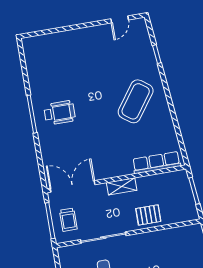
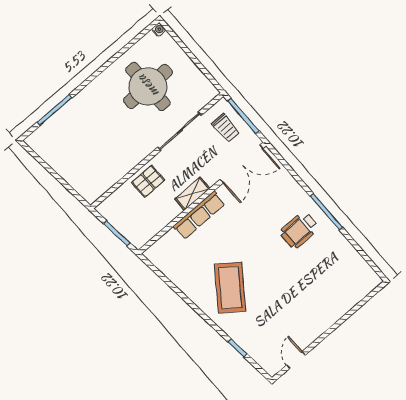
row of seats: (156, 163) -> (199, 215), moved
trolley: (68, 220) -> (226, 128), turned 180

